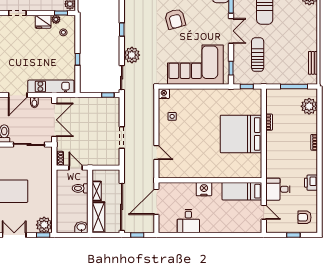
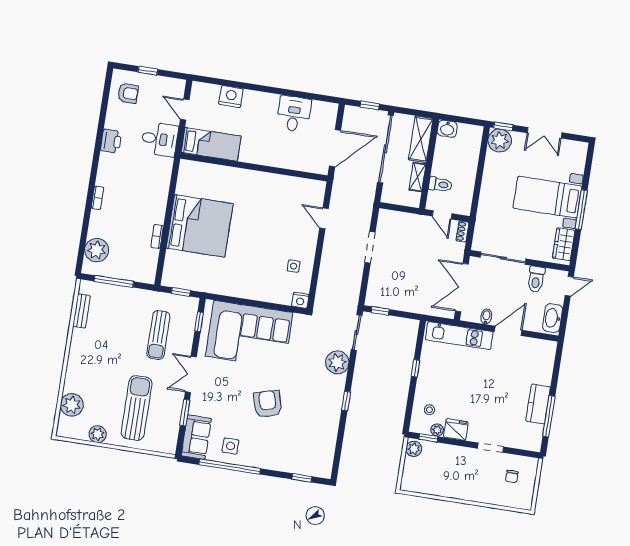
nightstand: (204, 189) -> (231, 97), moved, turned 180

